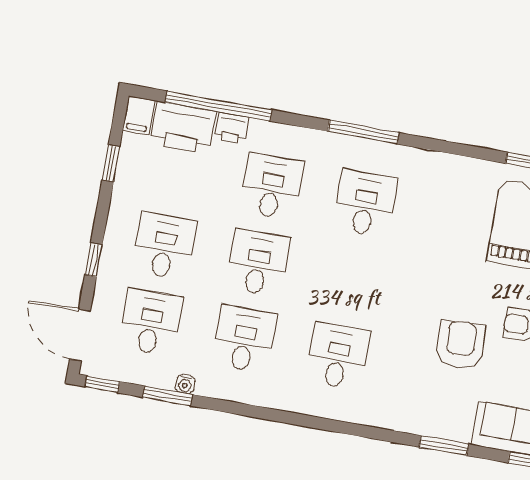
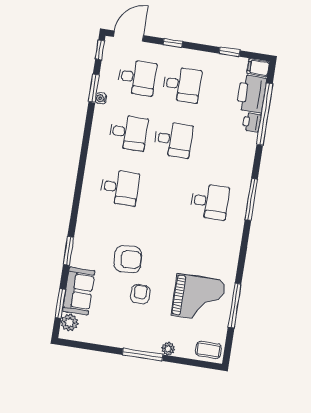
desk: (272, 186) -> (218, 147), removed

